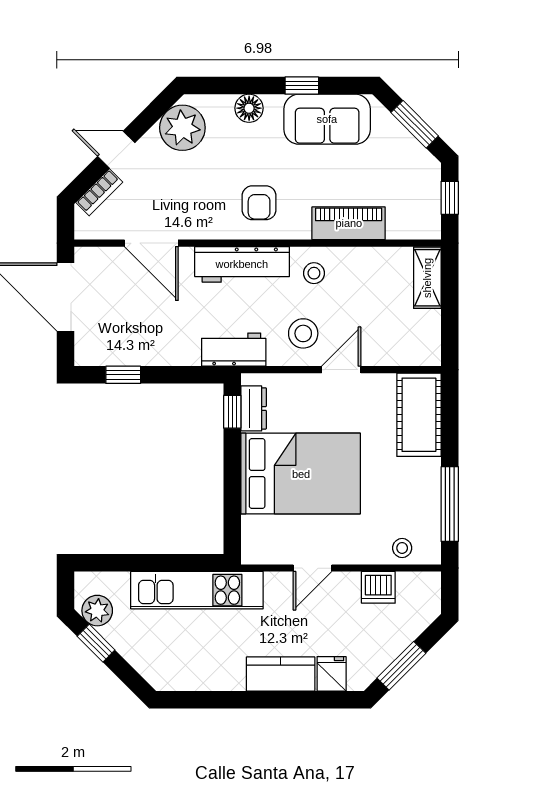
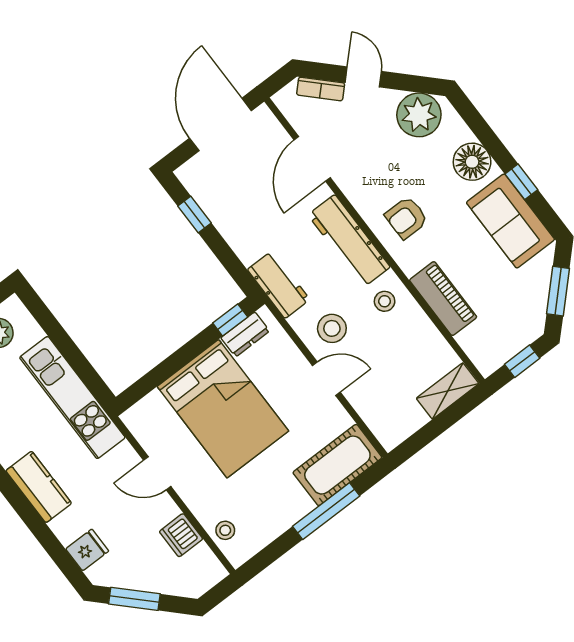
floor lamp: (249, 108) -> (472, 162), width x1.38, depth x1.38
window: (450, 504) -> (326, 511), moved
kitchen counter: (281, 674) -> (39, 487), moved

